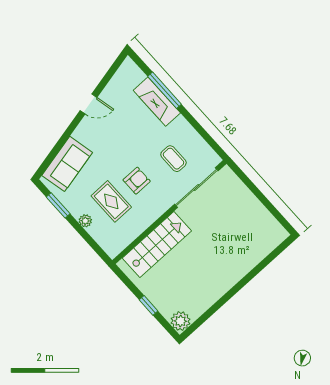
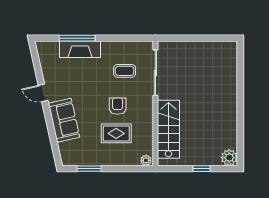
door: (89, 104) -> (43, 93), swing flipped
sofa: (67, 164) -> (64, 120), moved
plant: (85, 221) -> (146, 160), moved

